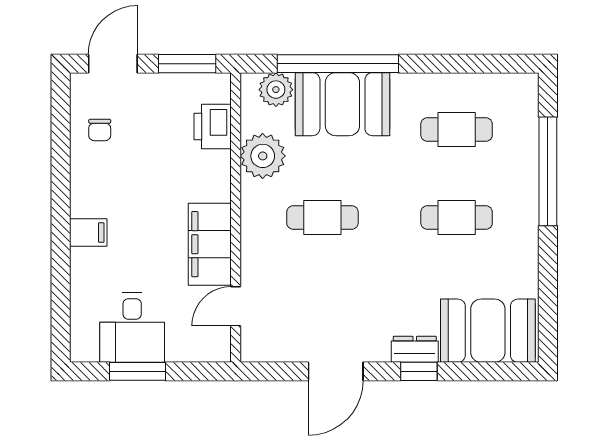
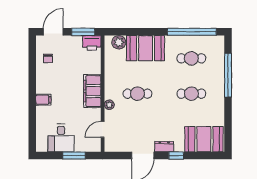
window: (338, 64) -> (192, 32), moved
printer: (213, 126) -> (92, 43), moved, turned -90
plant: (263, 156) -> (109, 105), moved, width x0.53, depth x0.53
filing cabinet: (210, 244) -> (92, 91), moved
dresser: (415, 349) -> (164, 147), moved
window: (138, 371) -> (74, 156), moved

